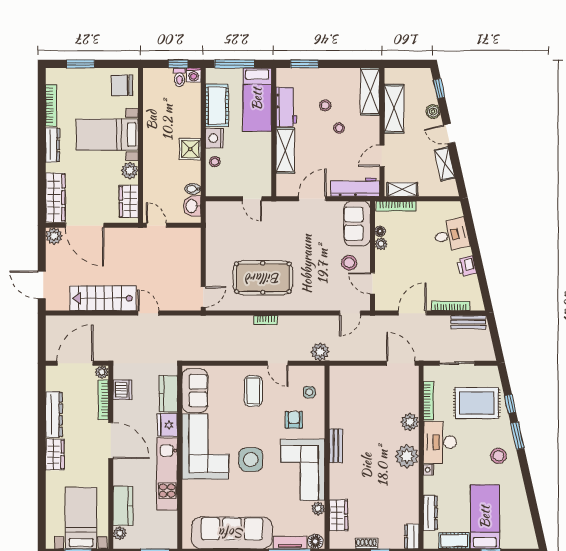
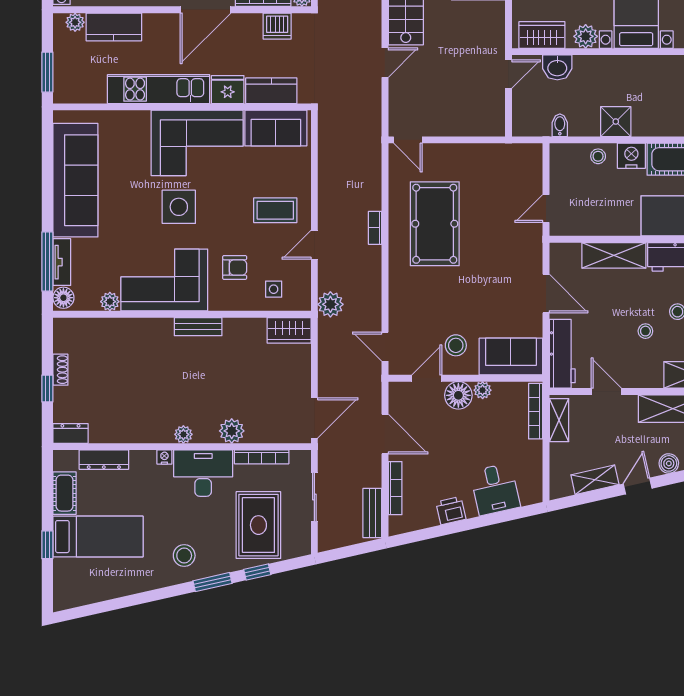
washbasin: (192, 206) -> (557, 67), moved, turned 180
floor lamp: (380, 231) -> (458, 395), moved, width x1.89, depth x1.89
plant: (407, 456) -> (183, 434), width x0.53, depth x0.53
wardrobe: (338, 515) -> (289, 330), moved

